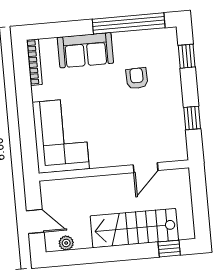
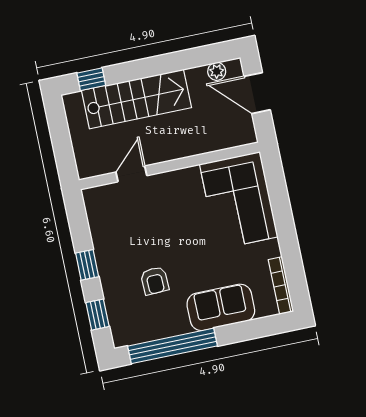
window: (192, 118) -> (87, 265), moved
door: (35, 221) -> (257, 93), width x1.38

